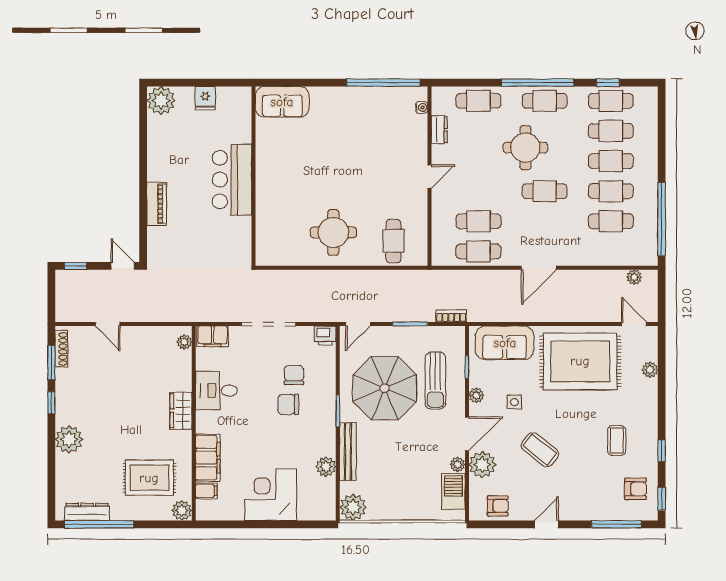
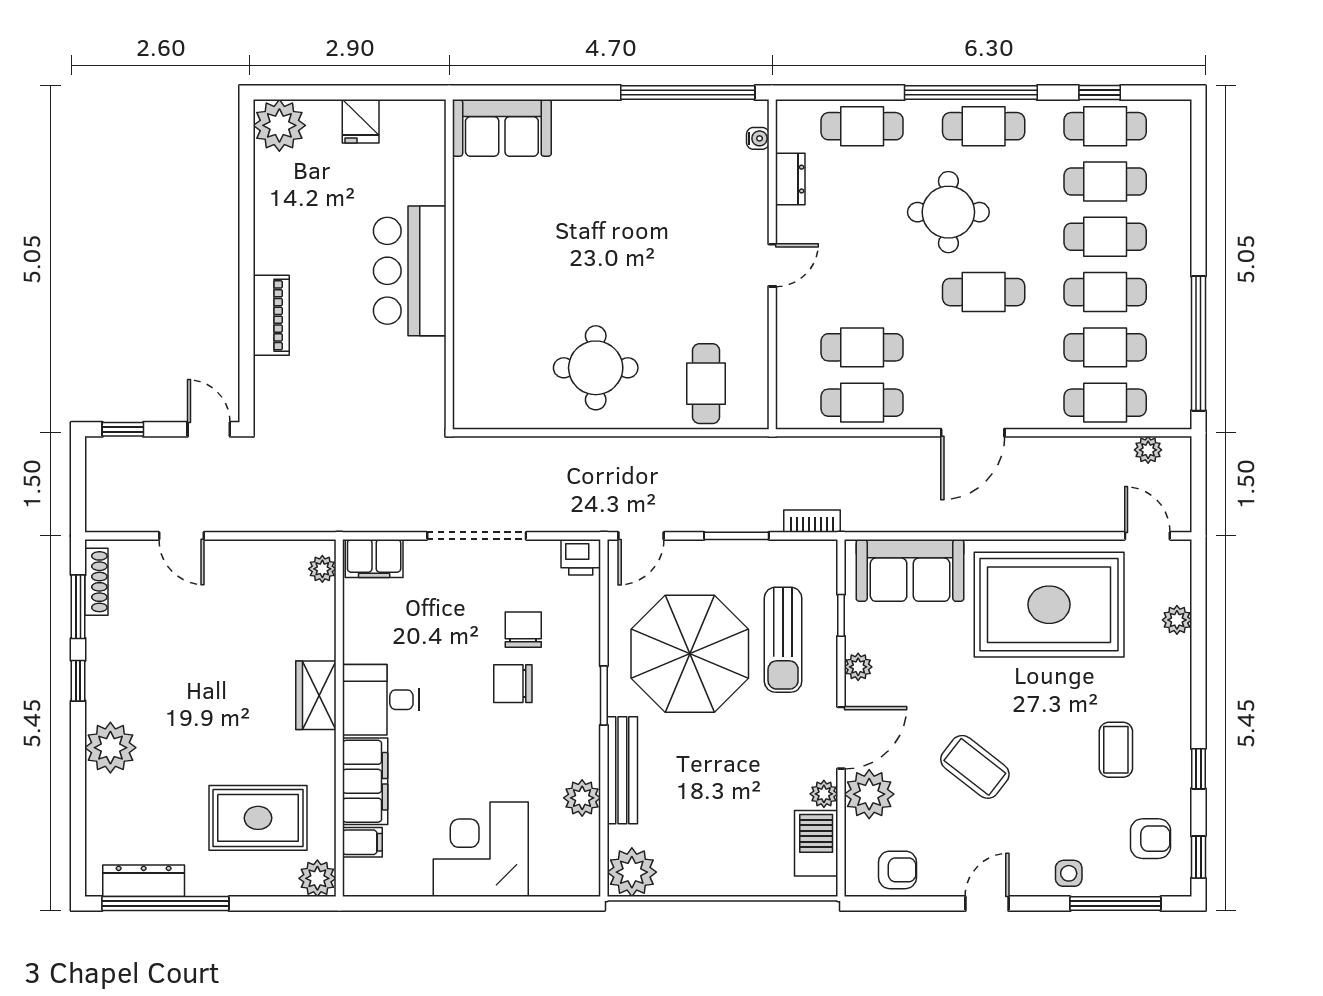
cafe table: (611, 251) -> (1105, 403), added
desk: (216, 391) -> (381, 700), moved
side table: (514, 402) -> (1069, 873), moved

